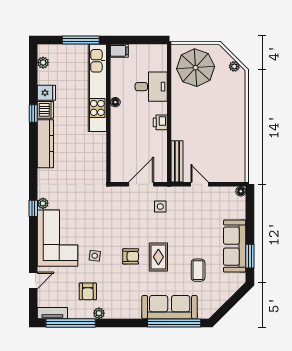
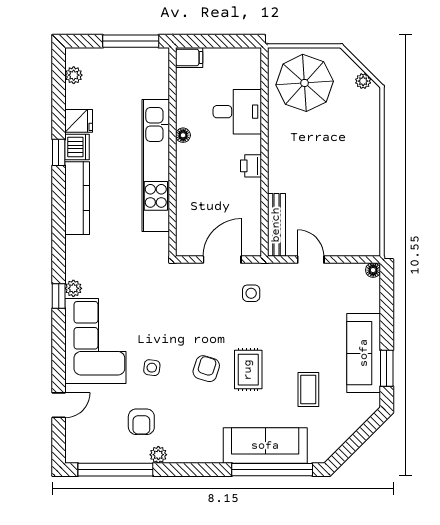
kitchen unit: (97, 88) -> (156, 165), moved
armchair: (131, 256) -> (206, 369), turned -73
tv unit: (52, 313) -> (88, 455), removed

